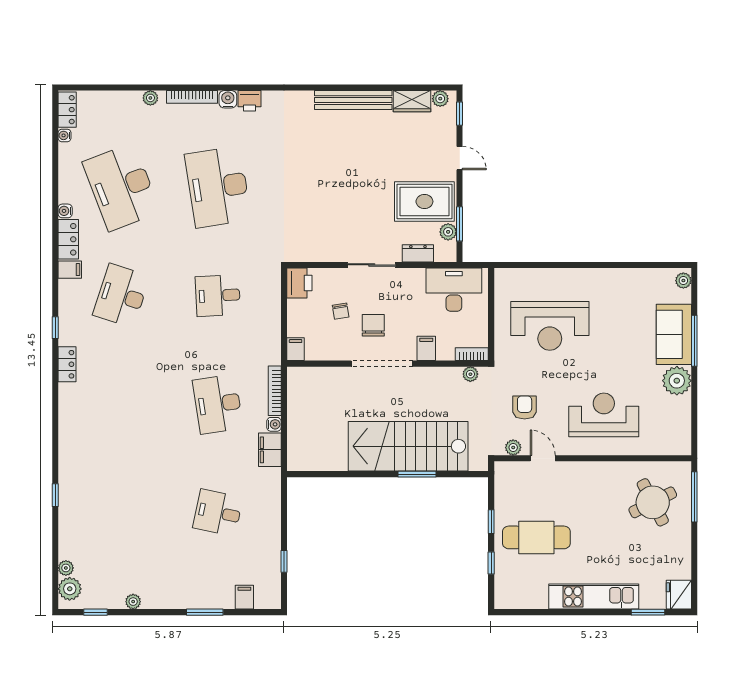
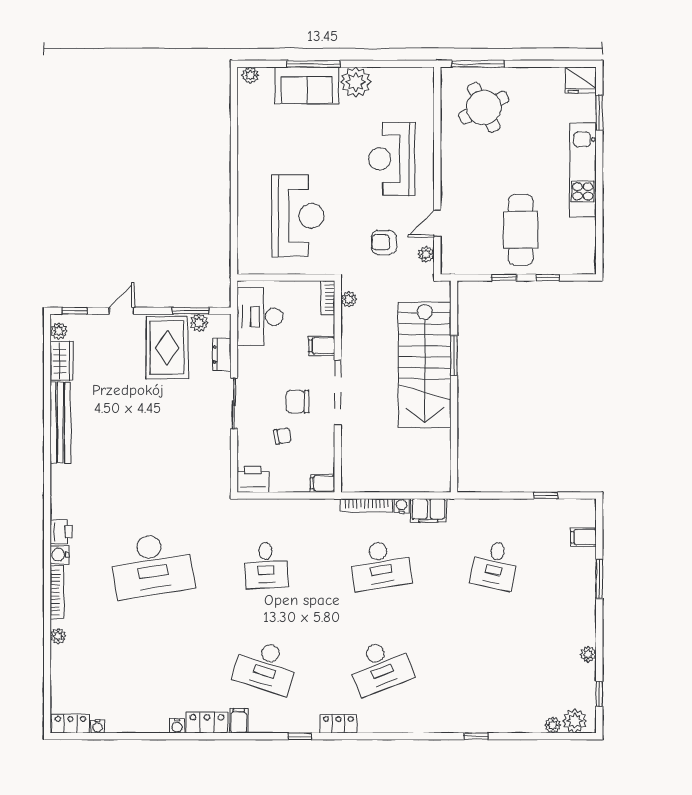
desk: (121, 187) -> (380, 667), moved, width x0.73, depth x0.77

